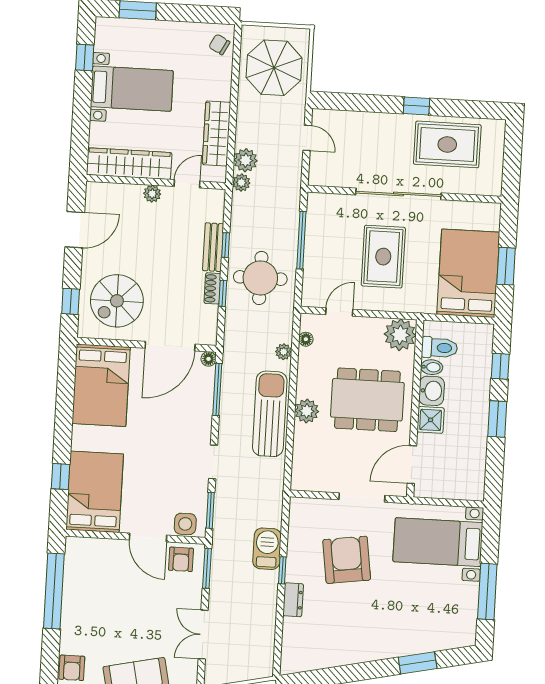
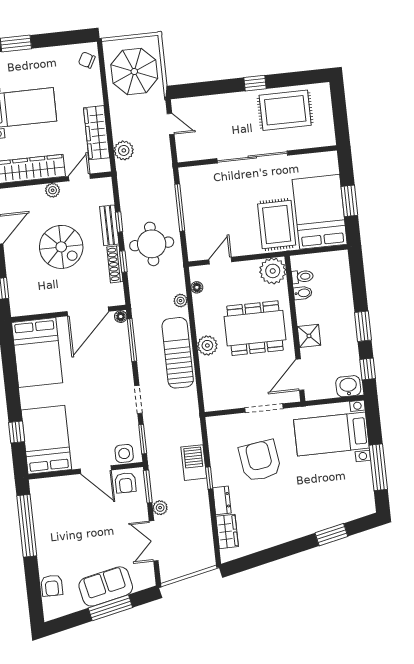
plant: (241, 183) -> (160, 508), moved
rug: (383, 257) -> (277, 224), moved
shoe rack: (212, 288) -> (115, 264), width x1.43
spiral stairs: (117, 301) -> (61, 247), moved, turned -90
toilet: (439, 348) -> (302, 277), width x0.73, depth x0.72
window: (500, 366) -> (368, 369), moved
washbasin: (432, 391) -> (348, 386), moved, turned -90
wardrobe: (293, 638) -> (227, 531), added

